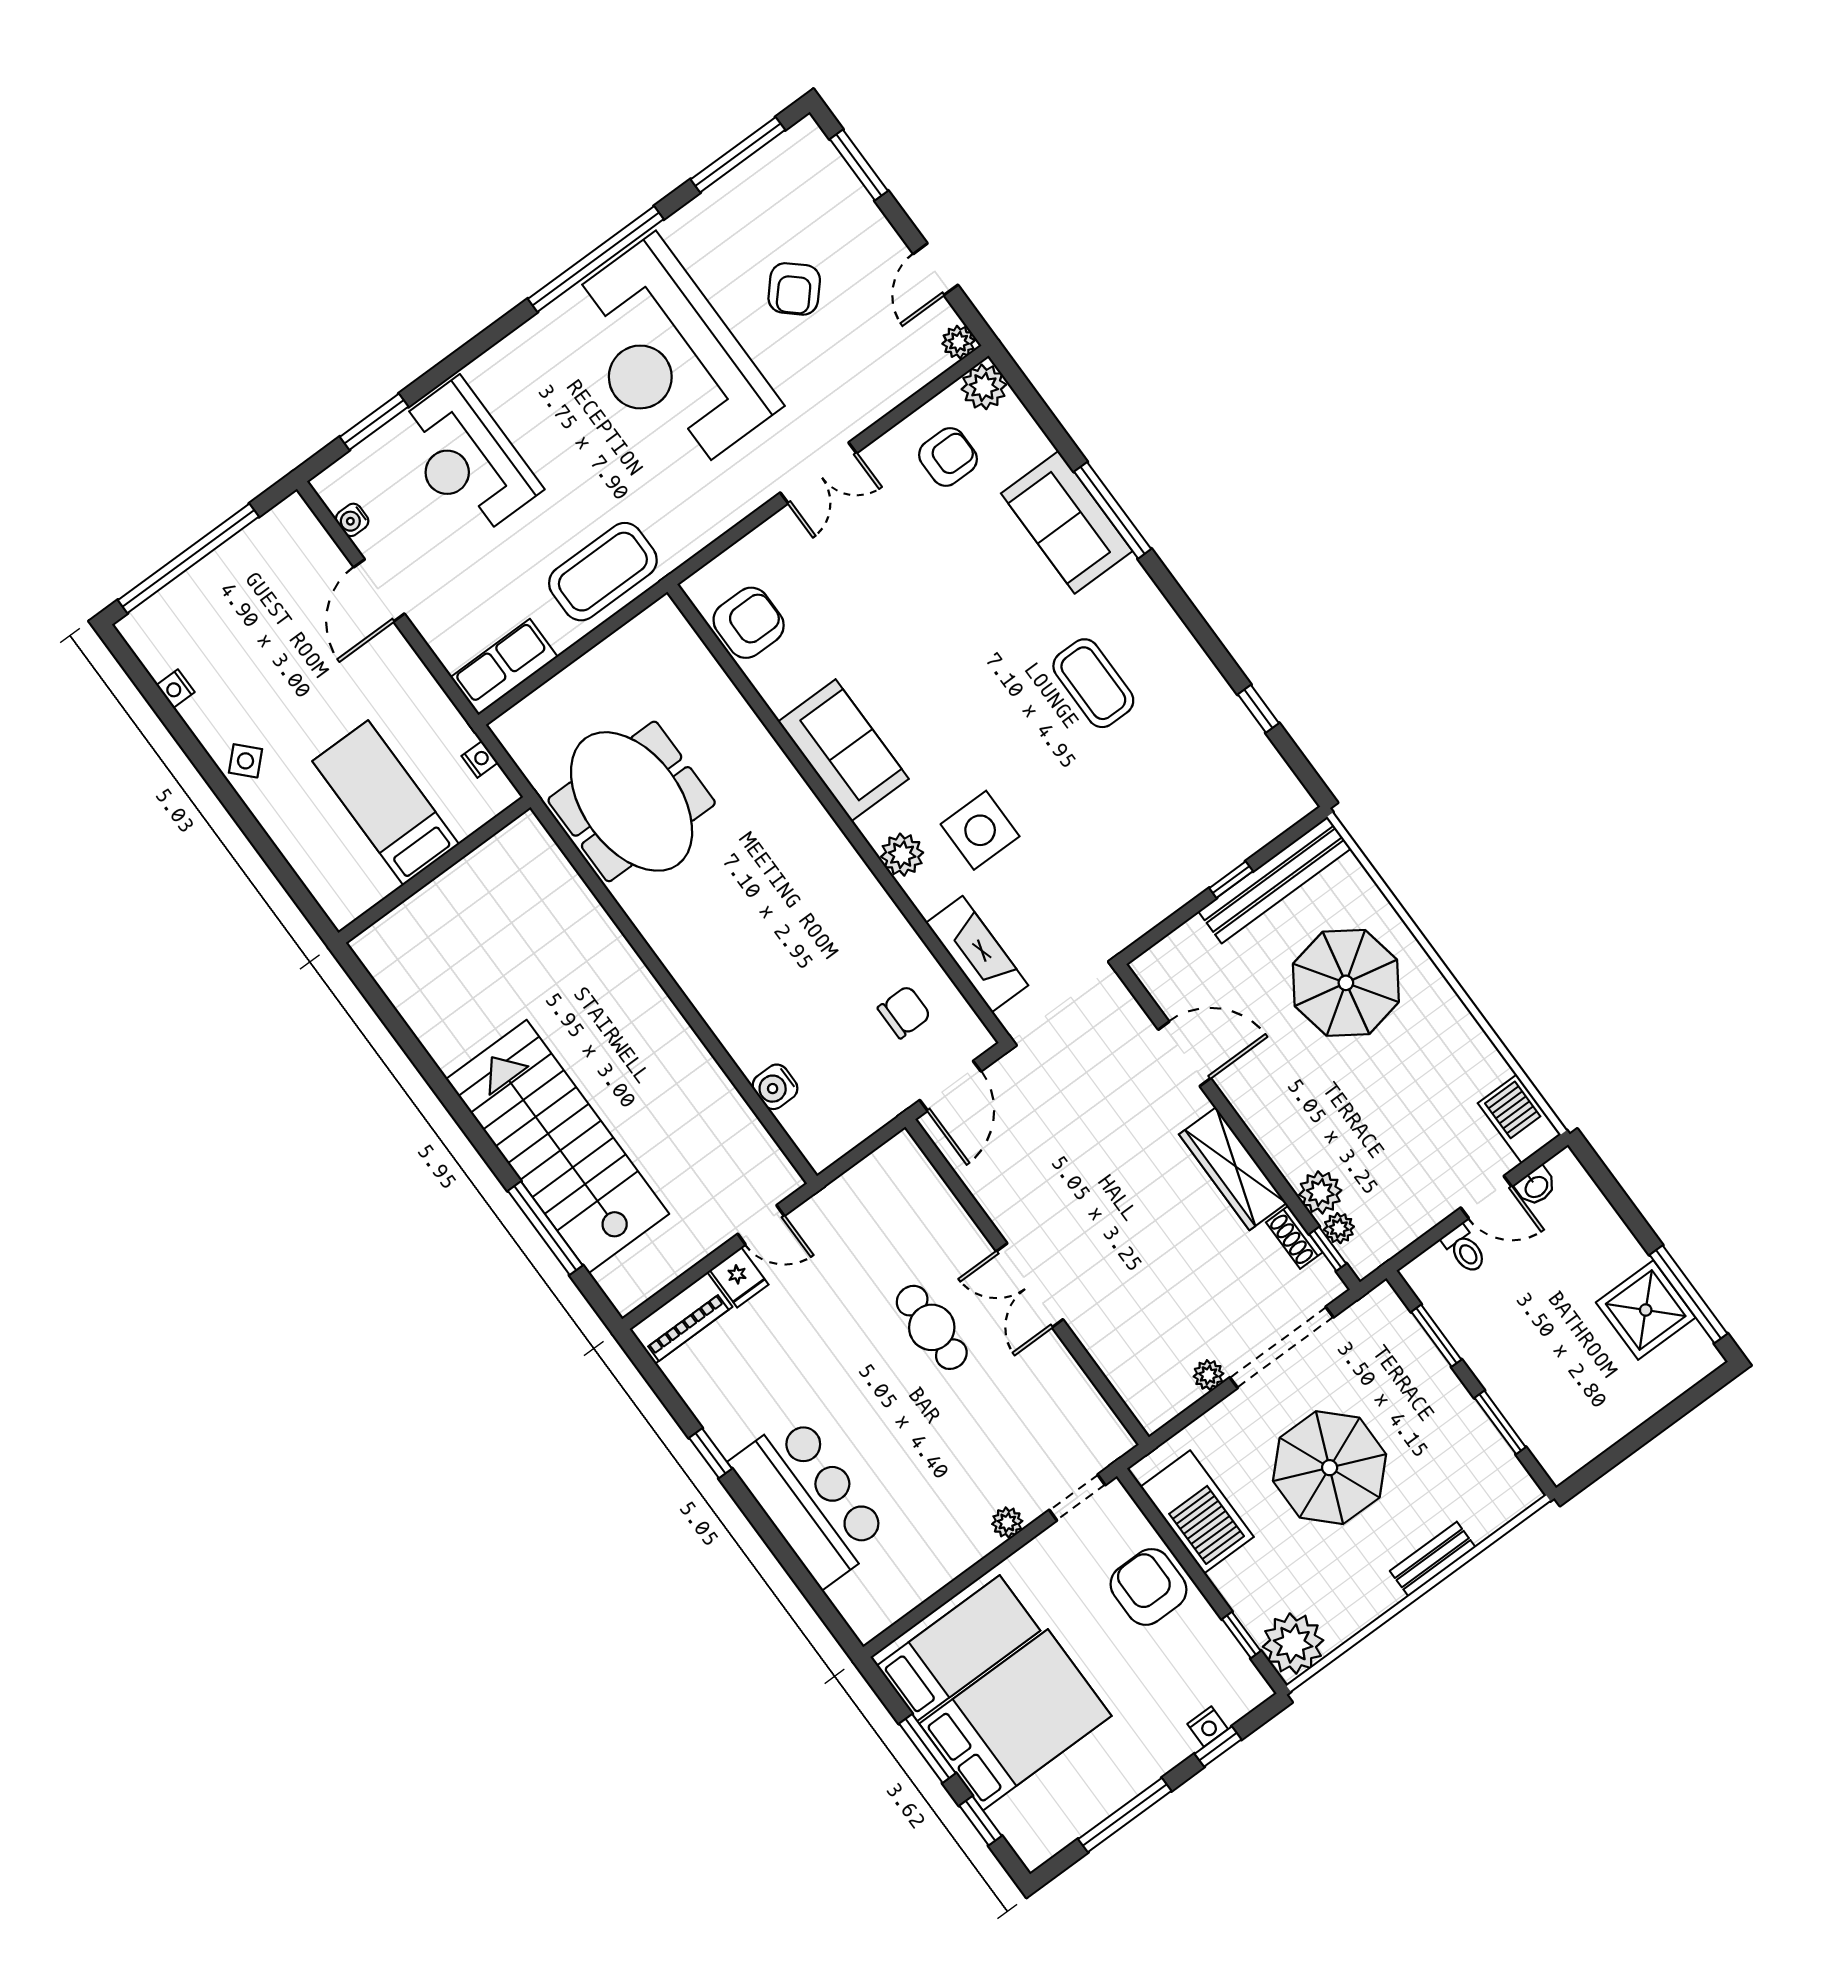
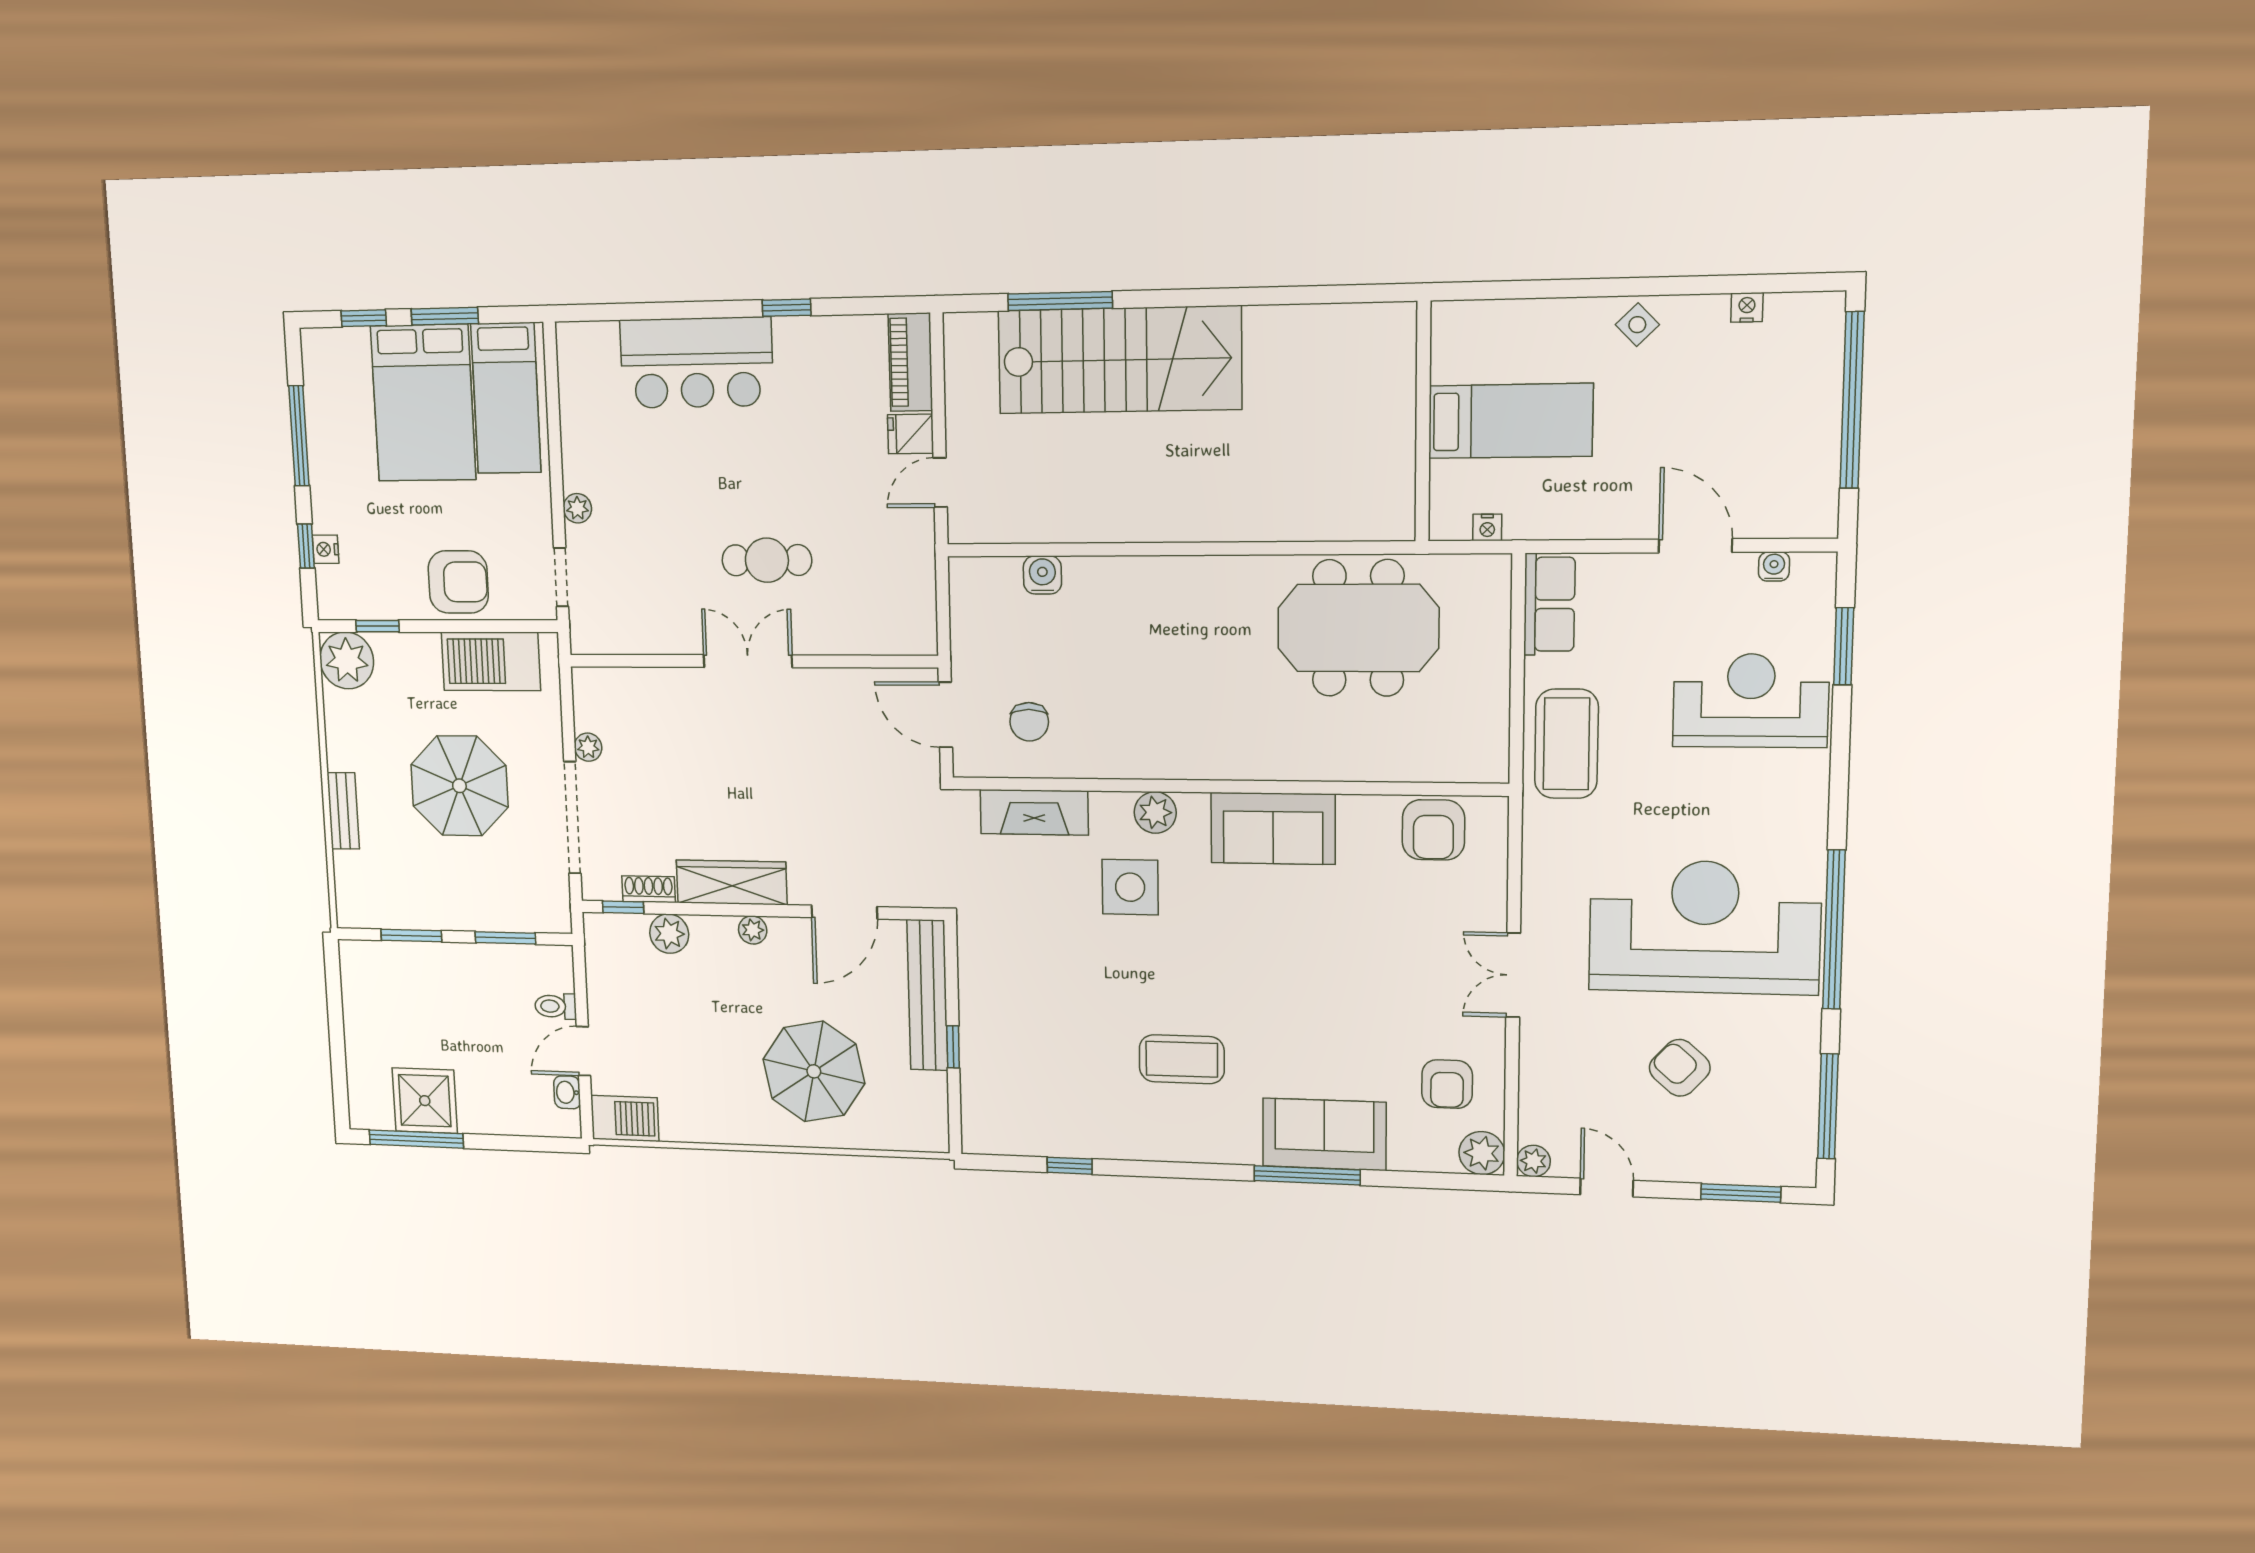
bench: (1275, 880) -> (927, 995), moved
plant: (1339, 1228) -> (753, 930), moved

